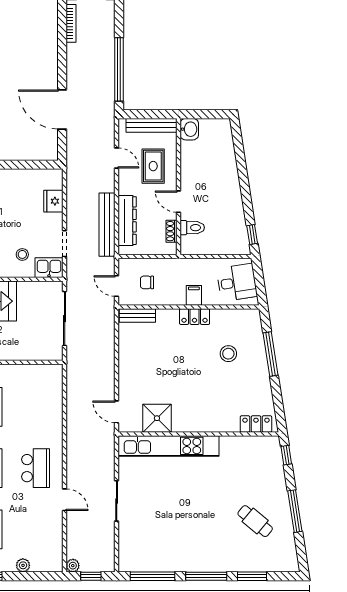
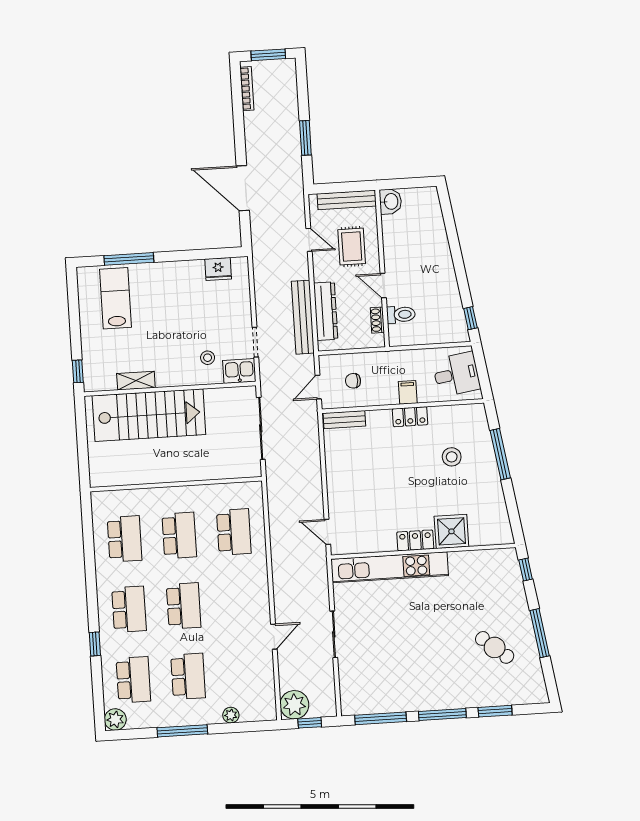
window: (119, 69) -> (305, 138), width x0.47
fridge: (53, 201) -> (218, 269), moved, turned -90
door: (117, 286) -> (318, 387), hinge flipped
shower: (157, 418) -> (451, 531), moved
locker: (256, 424) -> (415, 540), moved
school desk: (36, 468) -> (234, 532), moved
door: (65, 500) -> (274, 637), hinge flipped
plant: (73, 566) -> (294, 705), width x1.87, depth x1.87

